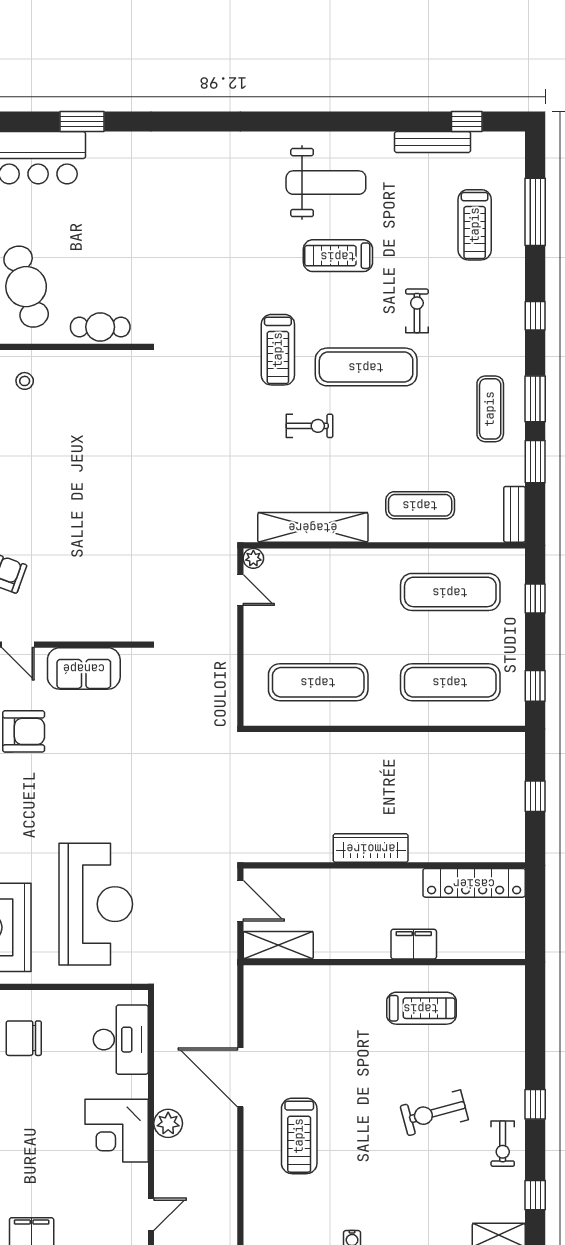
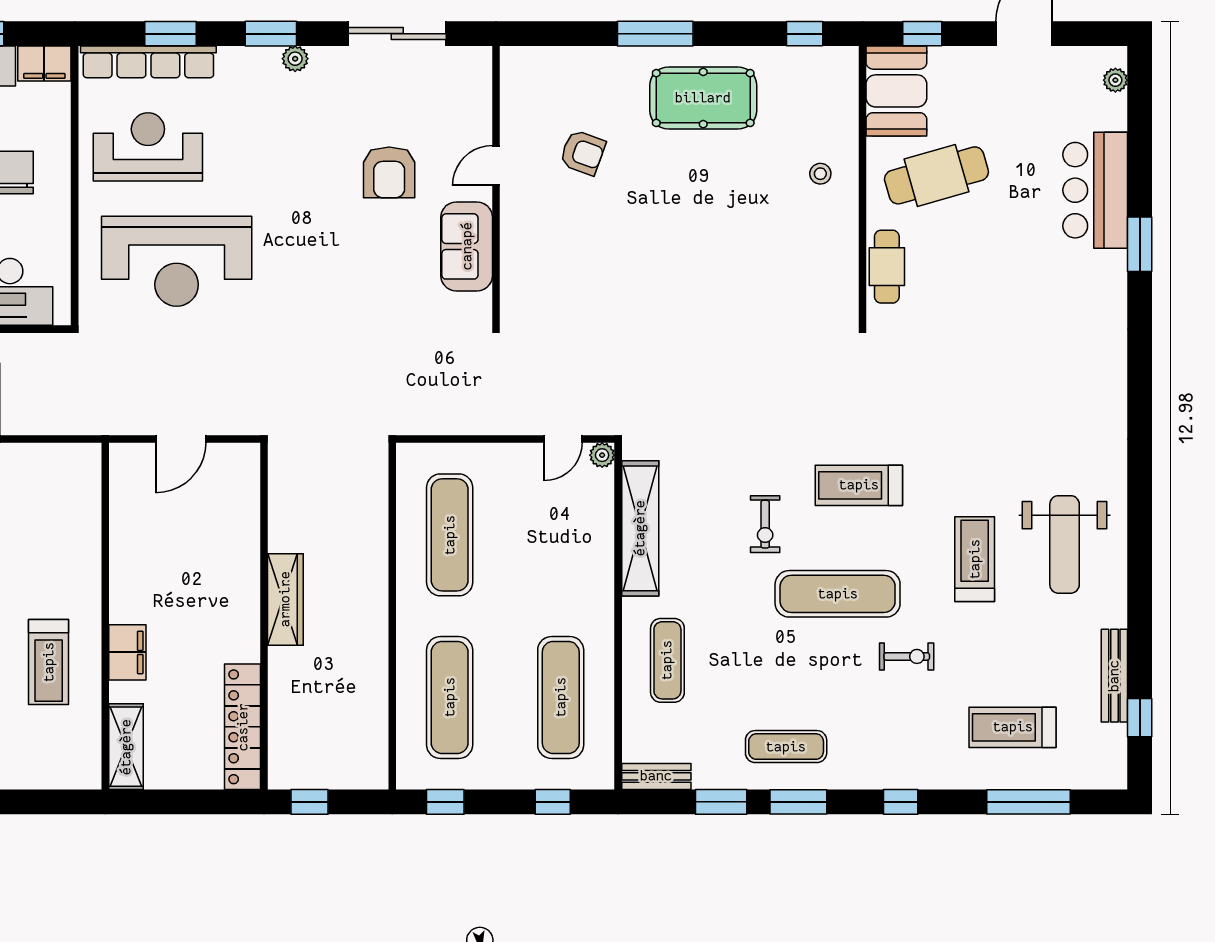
exercise mat: (366, 367) -> (838, 594), turned 90
wardrobe: (371, 848) -> (285, 599), moved
wall: (384, 865) -> (264, 616), moved
locker: (474, 883) -> (243, 727), moved
shelving: (278, 945) -> (126, 747), moved

